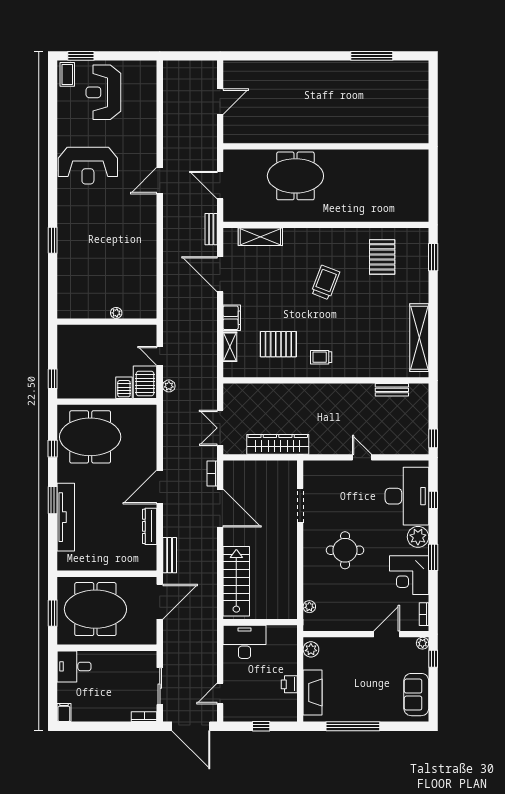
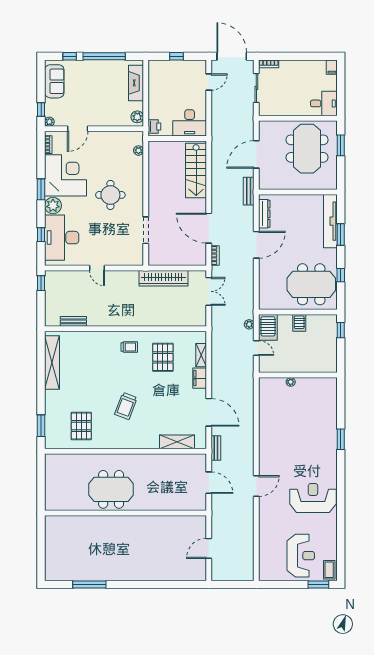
meeting table: (295, 176) -> (111, 489), moved
pallet: (278, 344) -> (163, 357), turned 90
server rack: (124, 388) -> (299, 323), moved
wall: (107, 574) -> (298, 192), moved
corner desk: (409, 575) -> (65, 175), width x1.36, depth x1.36
meeting table: (95, 609) -> (307, 149), turned 90
printer: (289, 684) -> (154, 126), moved
window: (397, 726) -> (70, 56), added

